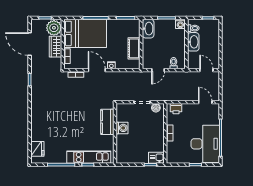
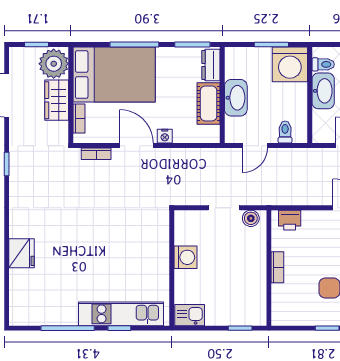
washing machine: (180, 24) -> (290, 64), width x1.89, depth x1.89
dresser: (135, 28) -> (211, 65), added
washbasin: (148, 29) -> (236, 98), moved
kitchen counter: (107, 122) -> (157, 246), removed
fridge: (37, 149) -> (22, 253), moved
kitchen sink: (156, 158) -> (190, 315), moved

